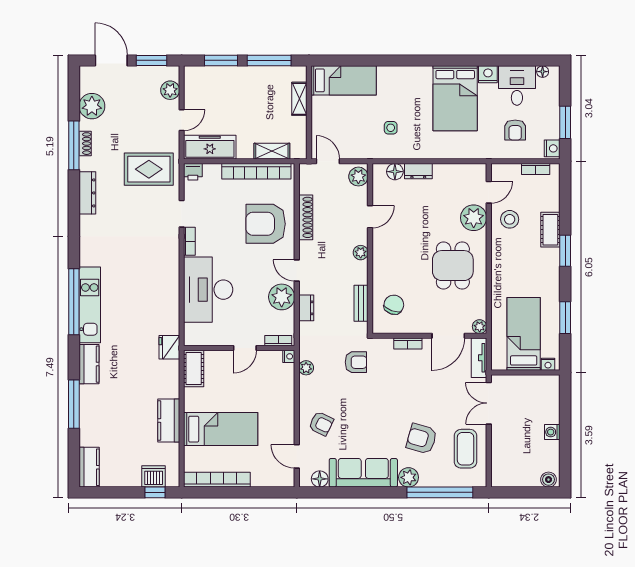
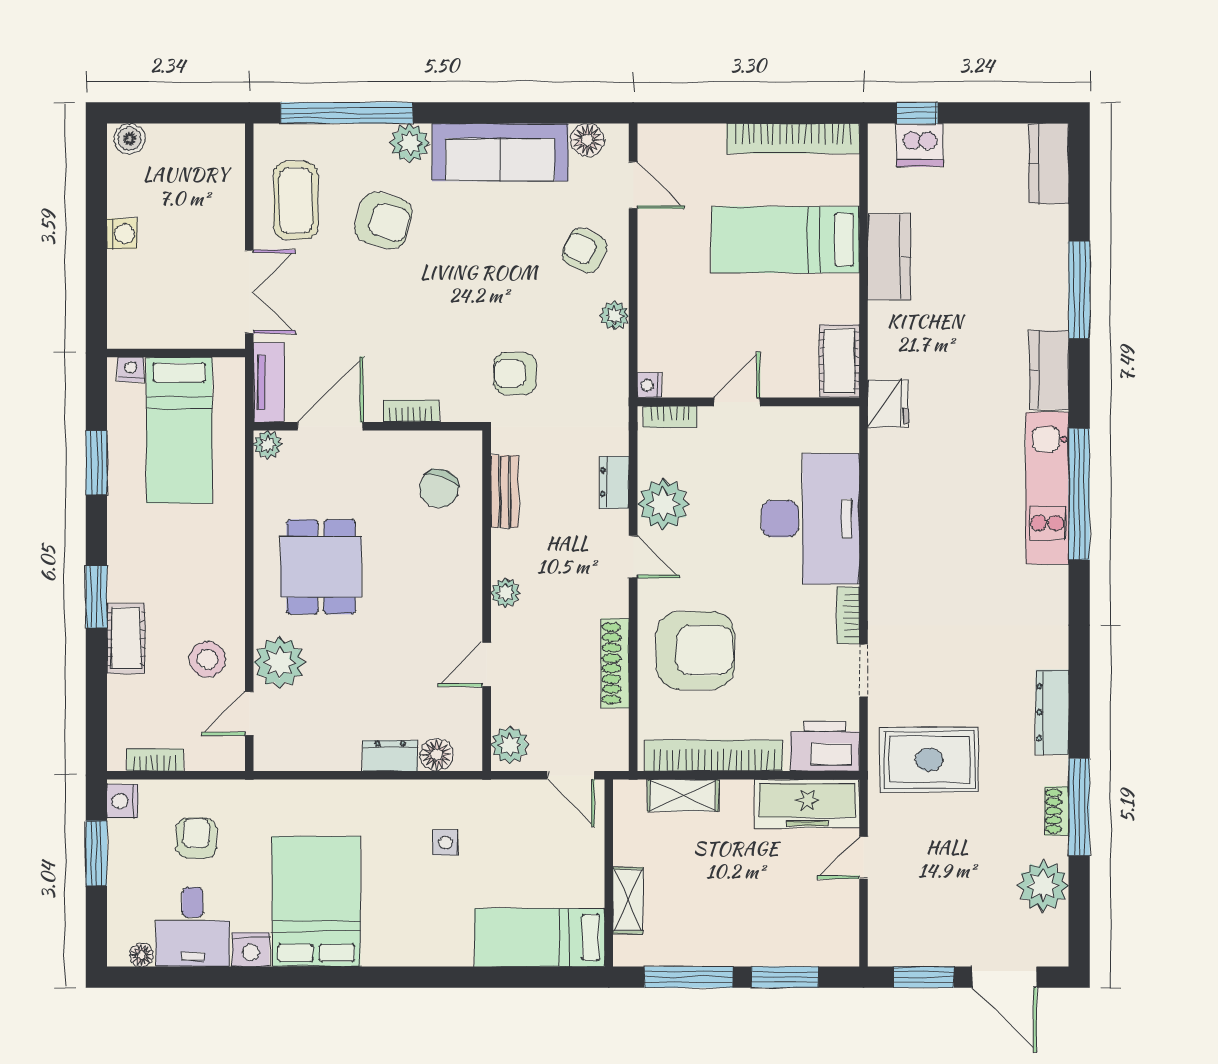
plant: (170, 90) -> (886, 918), removed
printer: (193, 172) -> (825, 746), width x1.87, depth x1.48
plant: (306, 368) -> (614, 315), moved

